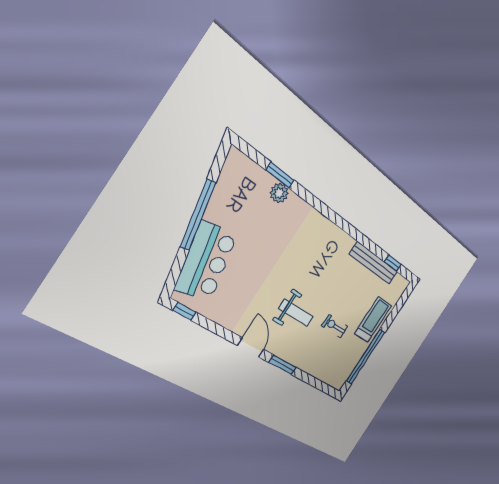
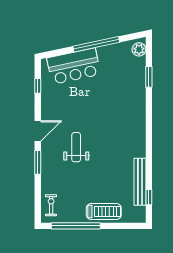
plant: (279, 193) -> (139, 49), moved
window: (184, 311) -> (38, 86), moved
weight bench: (296, 313) -> (76, 147), turned 180
exercise bike: (335, 326) -> (51, 205), moved

